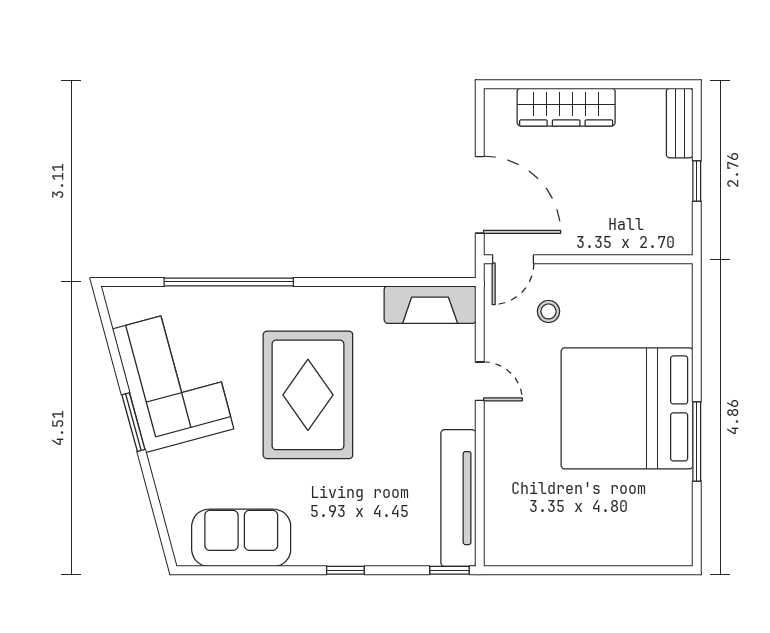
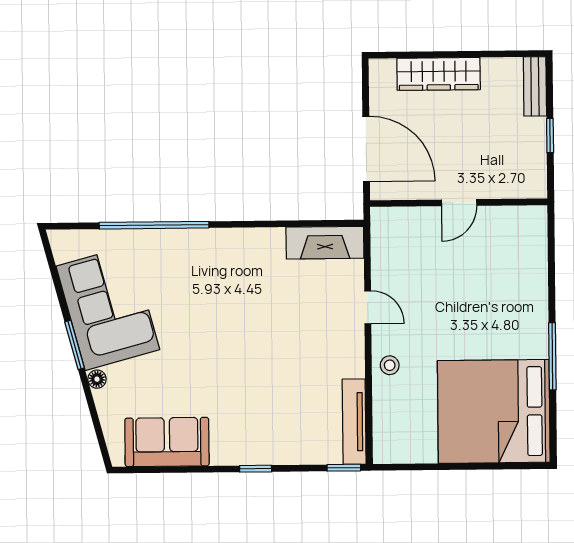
door: (513, 259) -> (459, 203), moved
stool: (549, 311) -> (390, 365), moved
rug: (308, 395) -> (222, 320), removed
bed: (627, 408) -> (494, 411), moved
floor lamp: (159, 463) -> (97, 379), added
tv unit: (458, 498) -> (354, 422), width x0.73, depth x0.78

